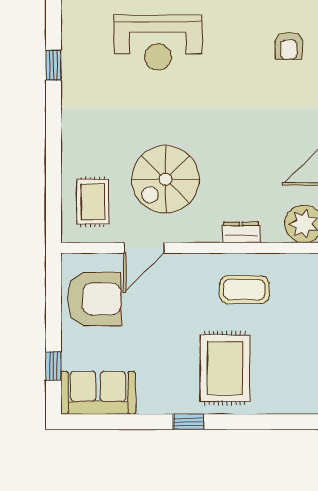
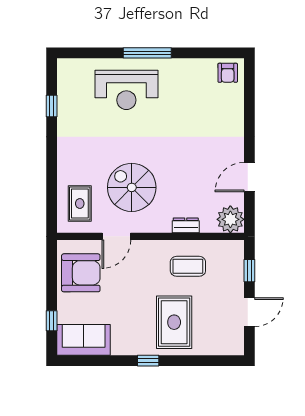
armchair: (289, 46) -> (228, 73), moved
spiral stairs: (165, 179) -> (132, 187), turned 90

